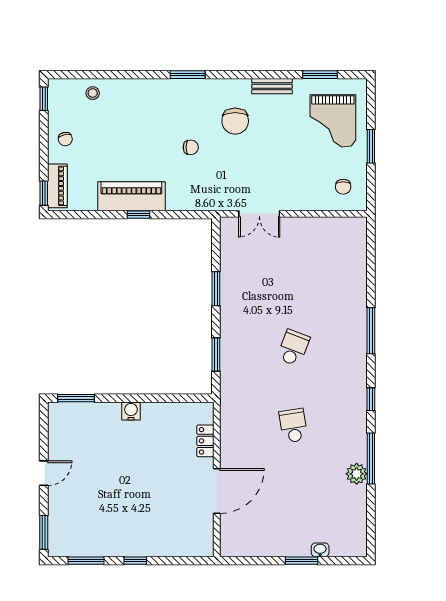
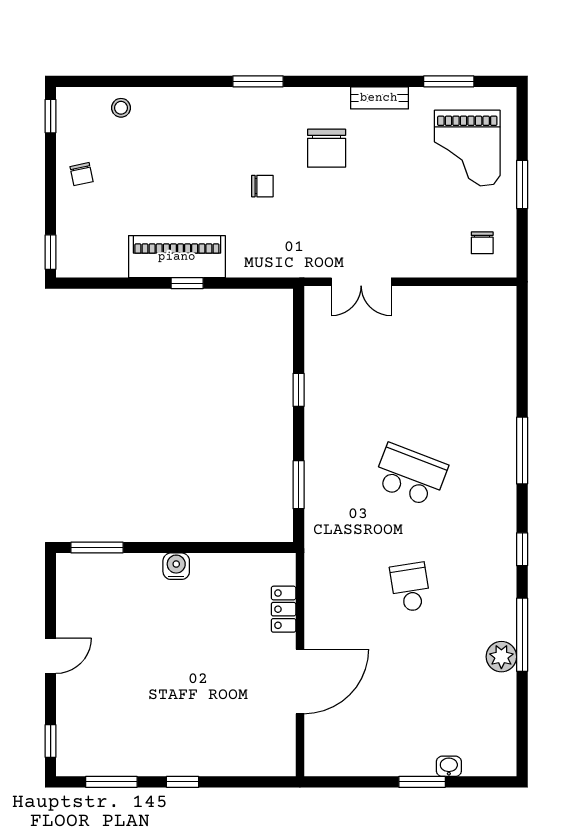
piano: (57, 186) -> (70, 242), removed
window: (216, 289) -> (299, 390), width x0.67
school desk: (293, 348) -> (410, 475), width x1.85
window: (44, 532) -> (51, 741), width x0.67

